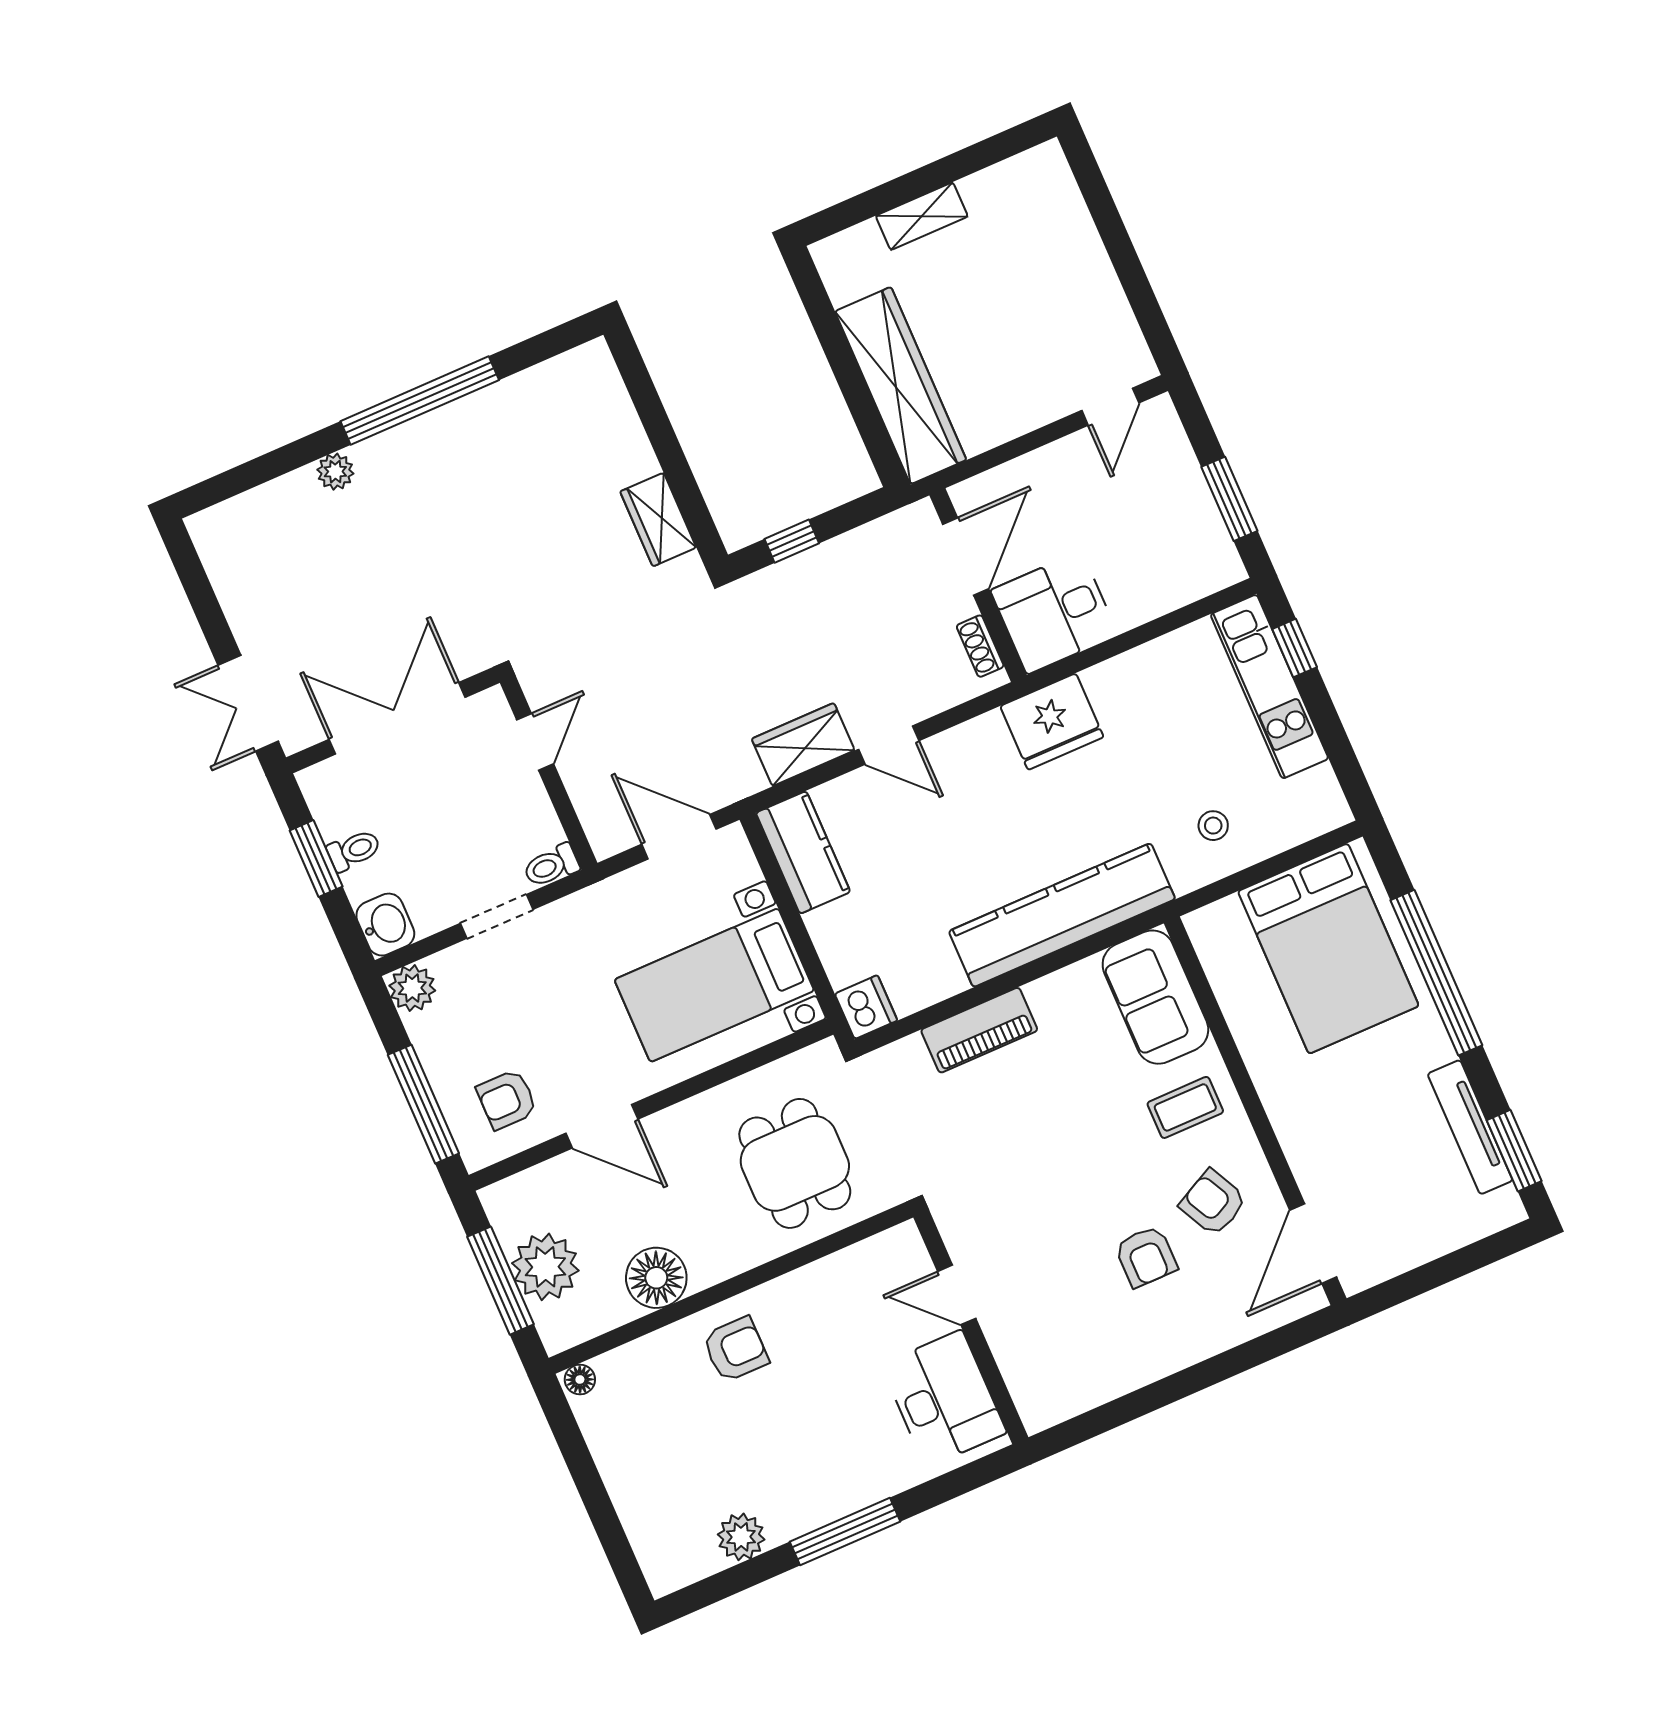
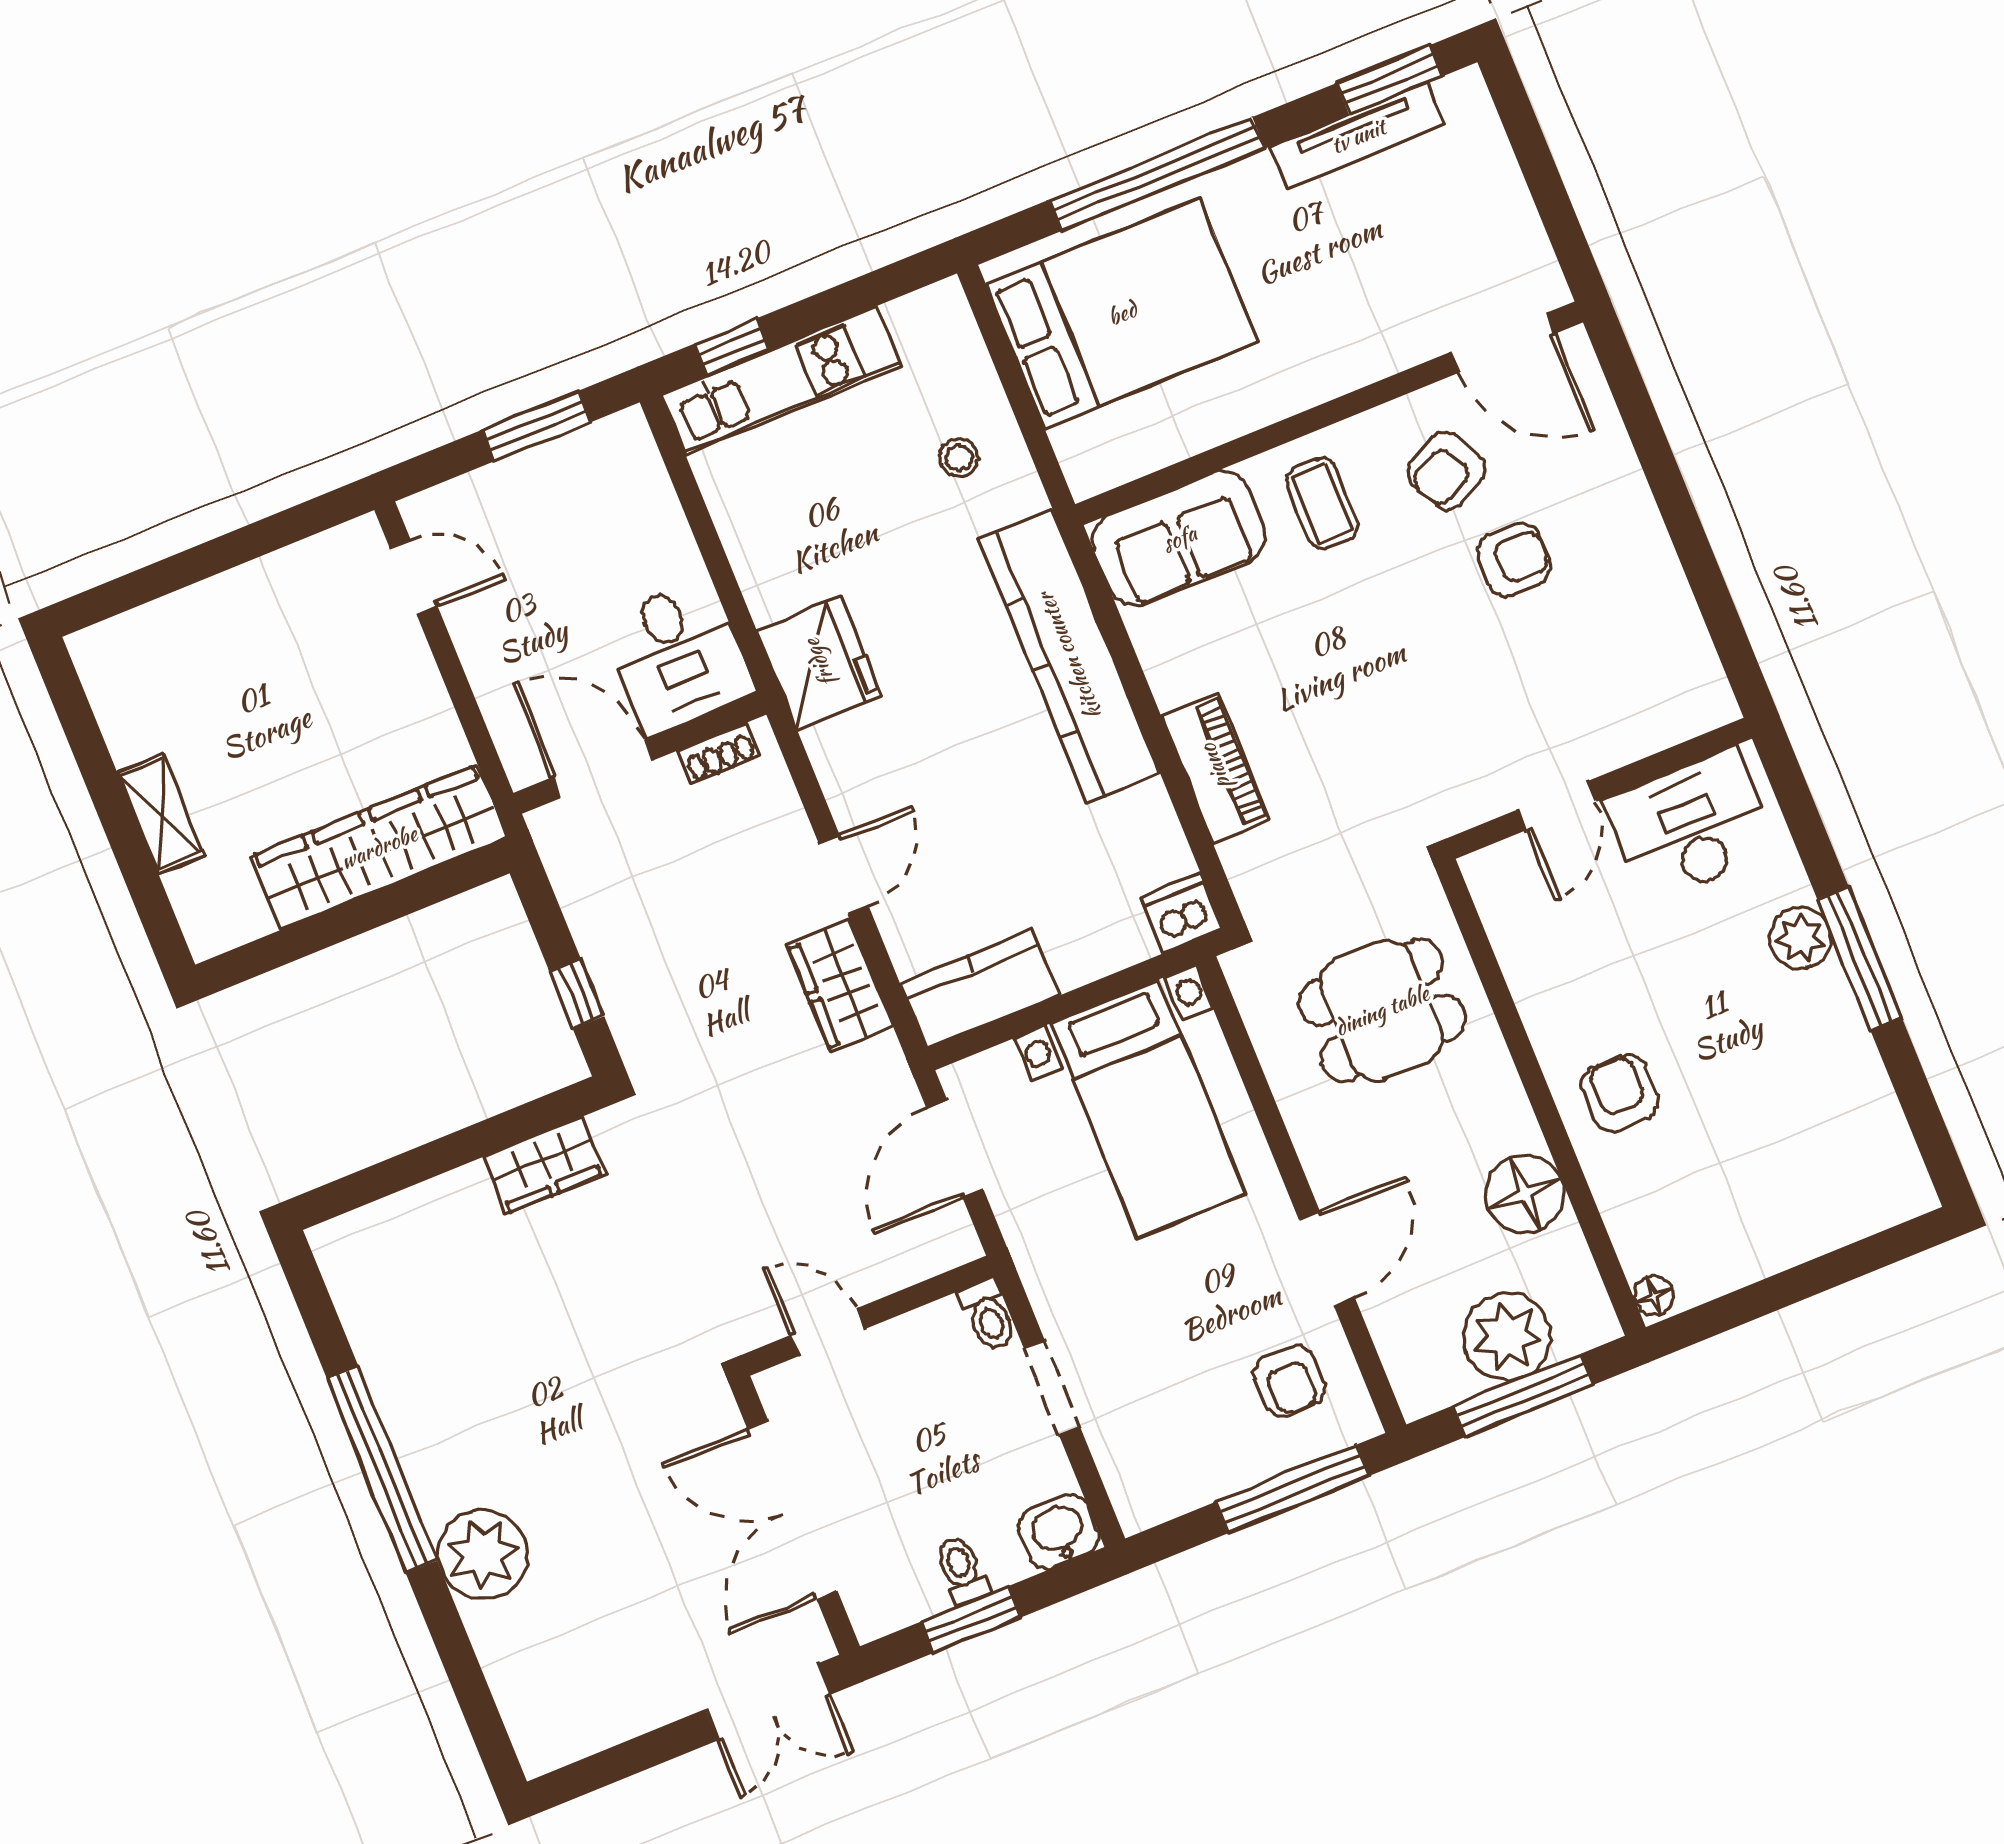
plant: (335, 472) -> (483, 1554), width x1.88, depth x1.88
plant: (412, 988) -> (1142, 1499), removed
plant: (741, 1537) -> (1800, 938), moved

